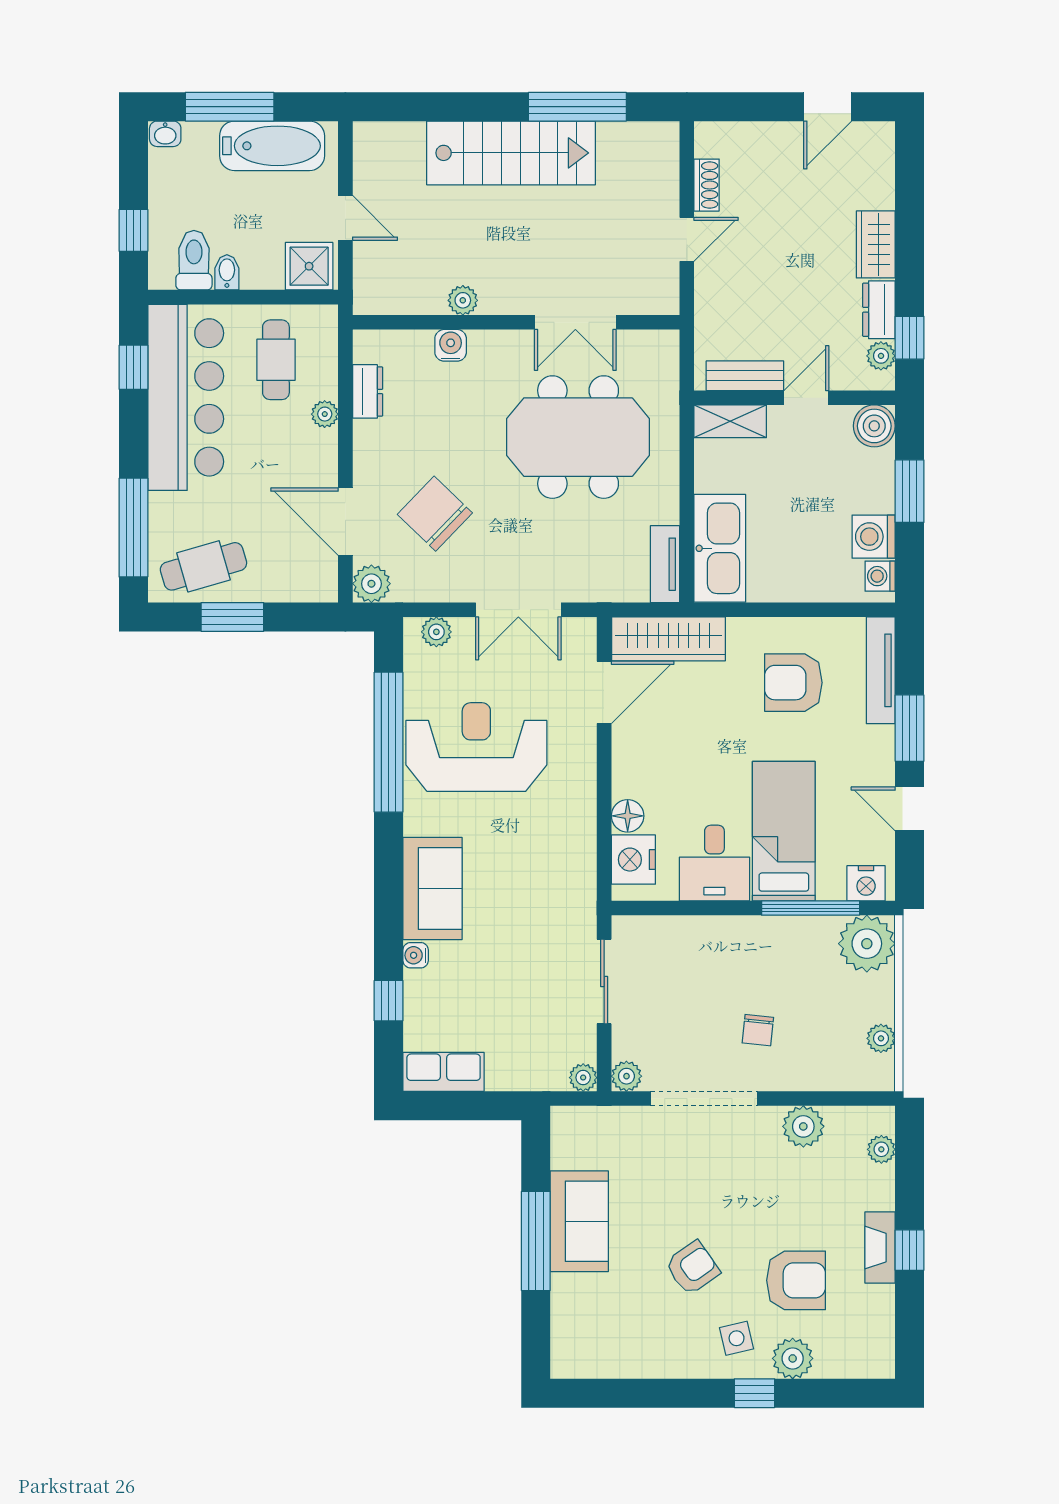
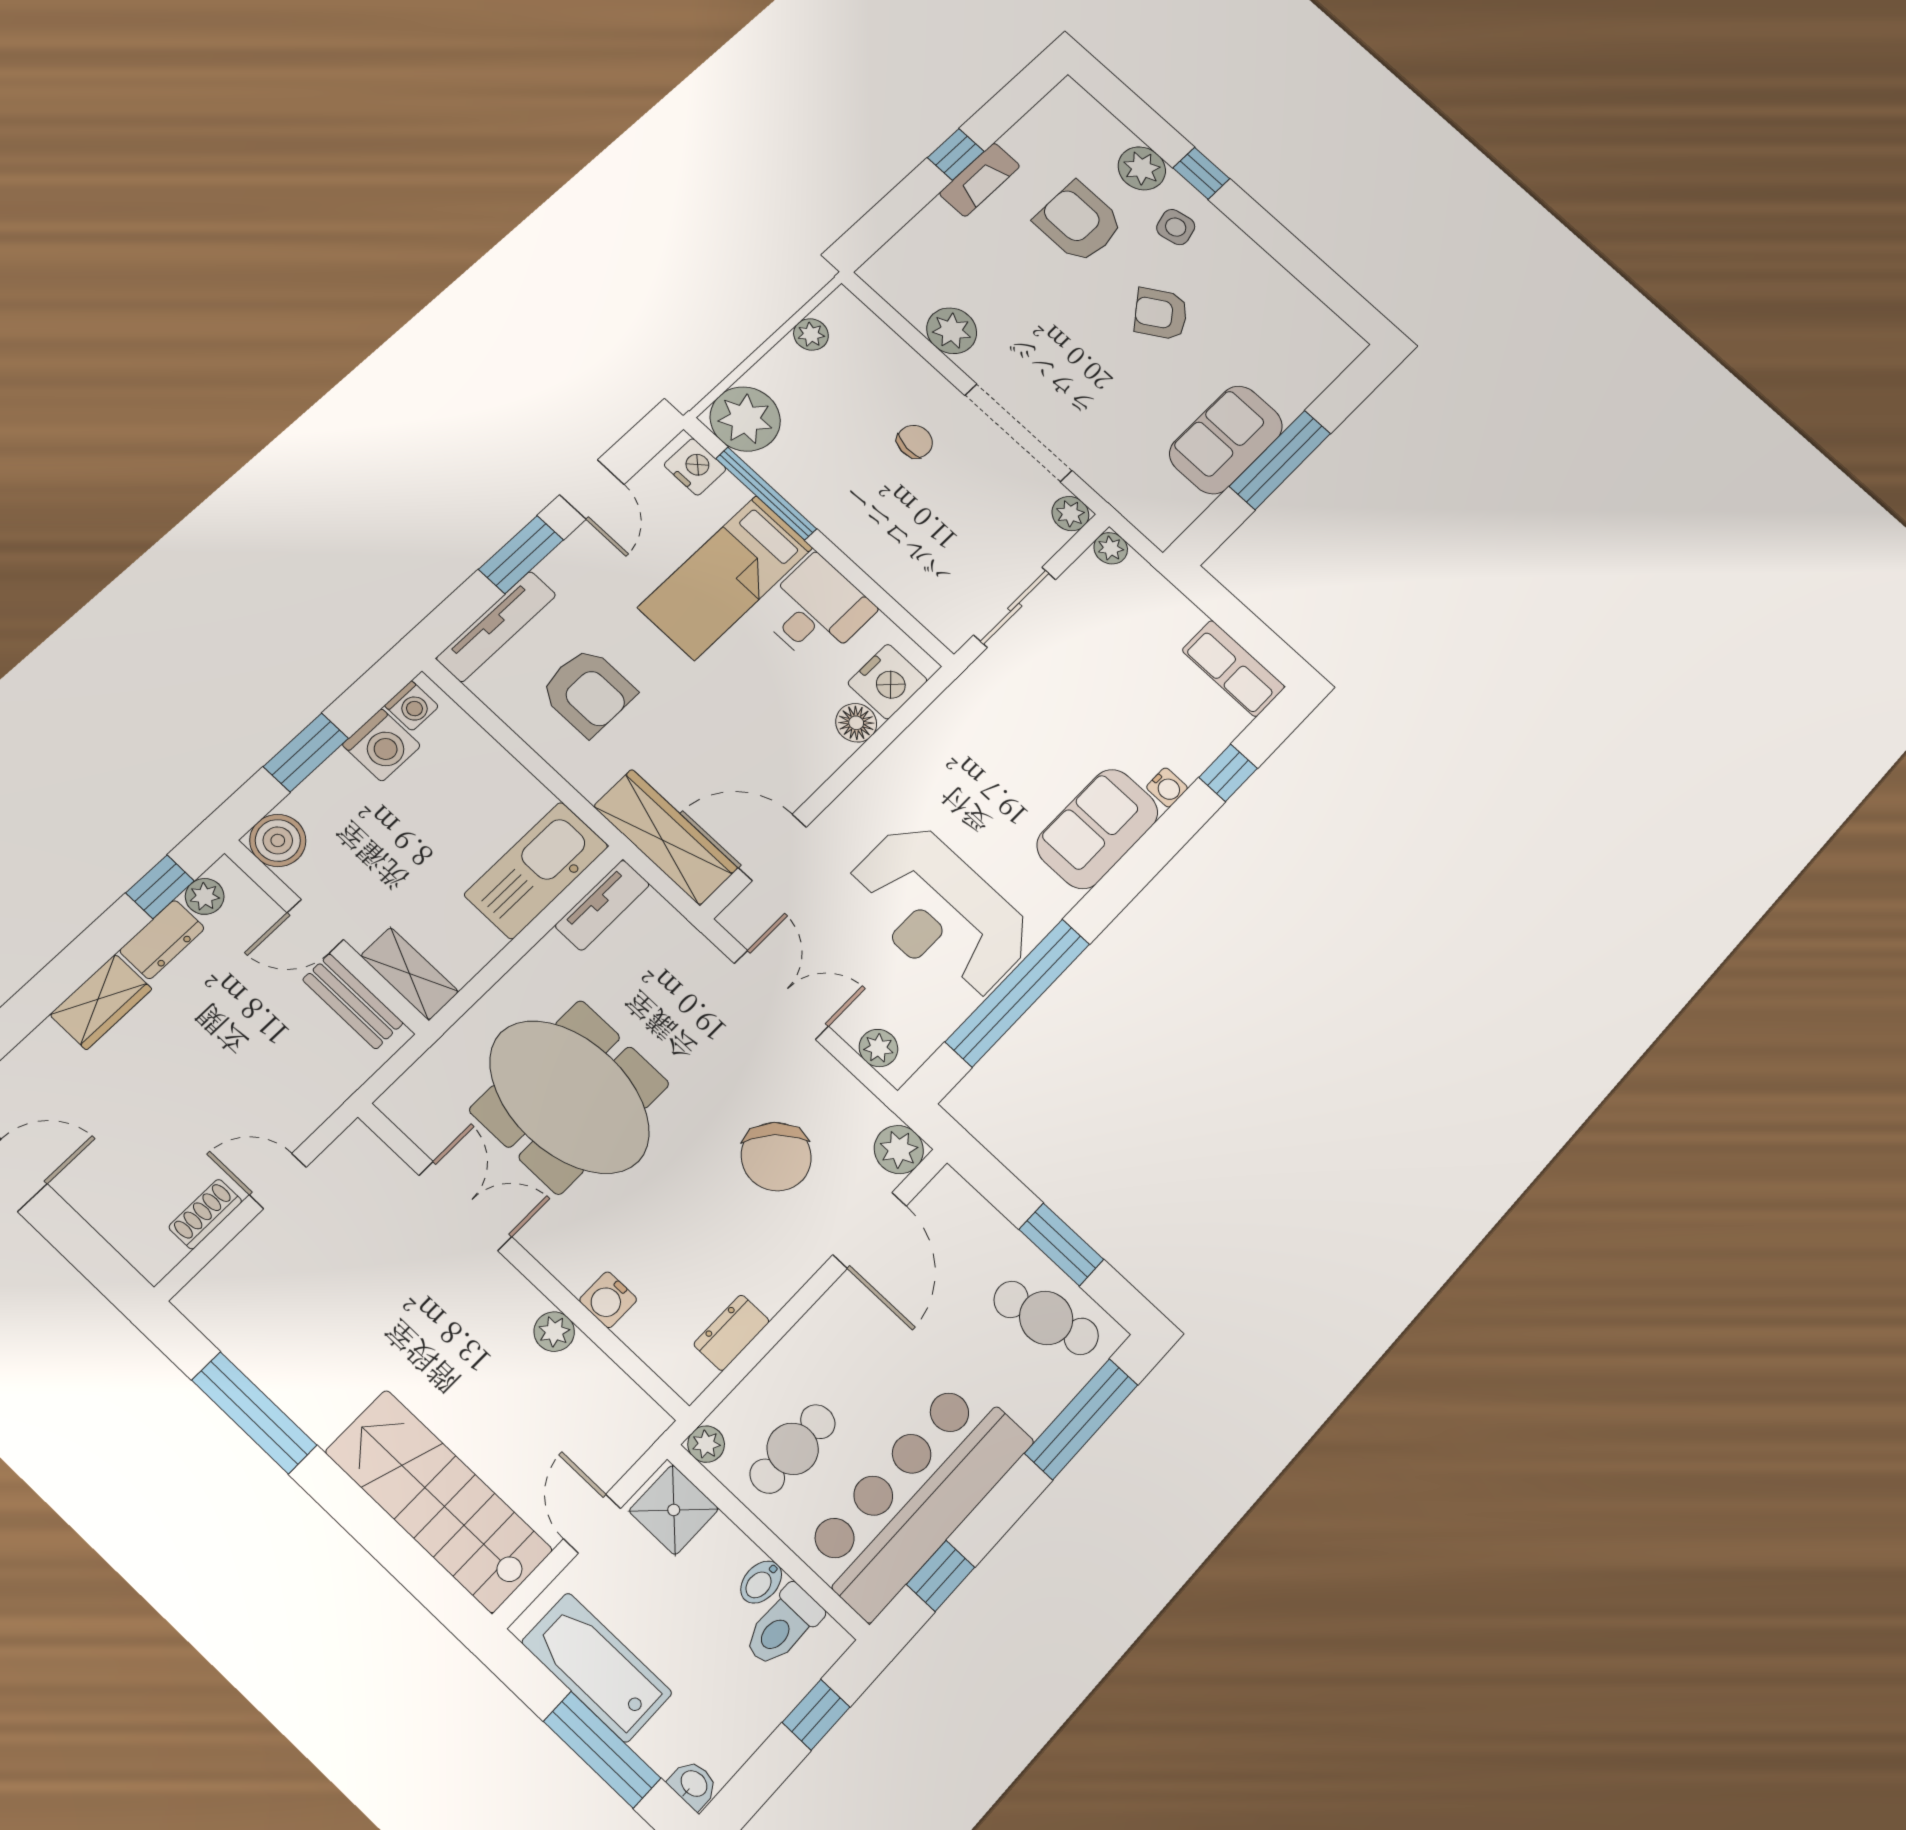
stairs: (511, 153) -> (439, 1501), moved
plant: (325, 414) -> (706, 1444), moved
plant: (881, 1149) -> (901, 251), removed

